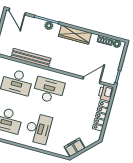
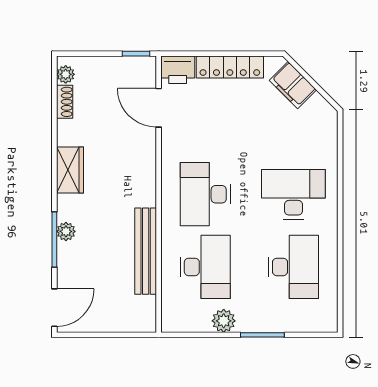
wardrobe: (75, 35) -> (70, 170), width x0.67
filing cabinet: (75, 147) -> (293, 85), moved

